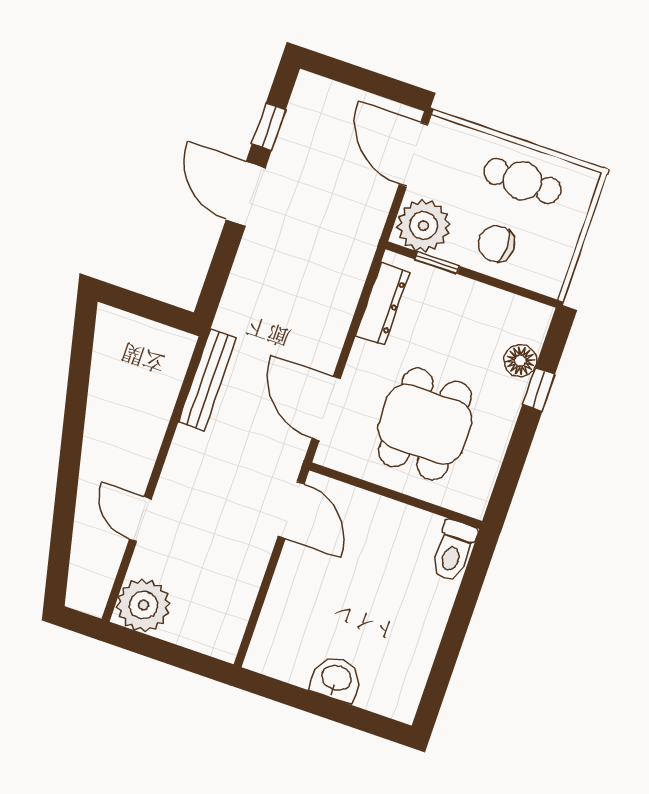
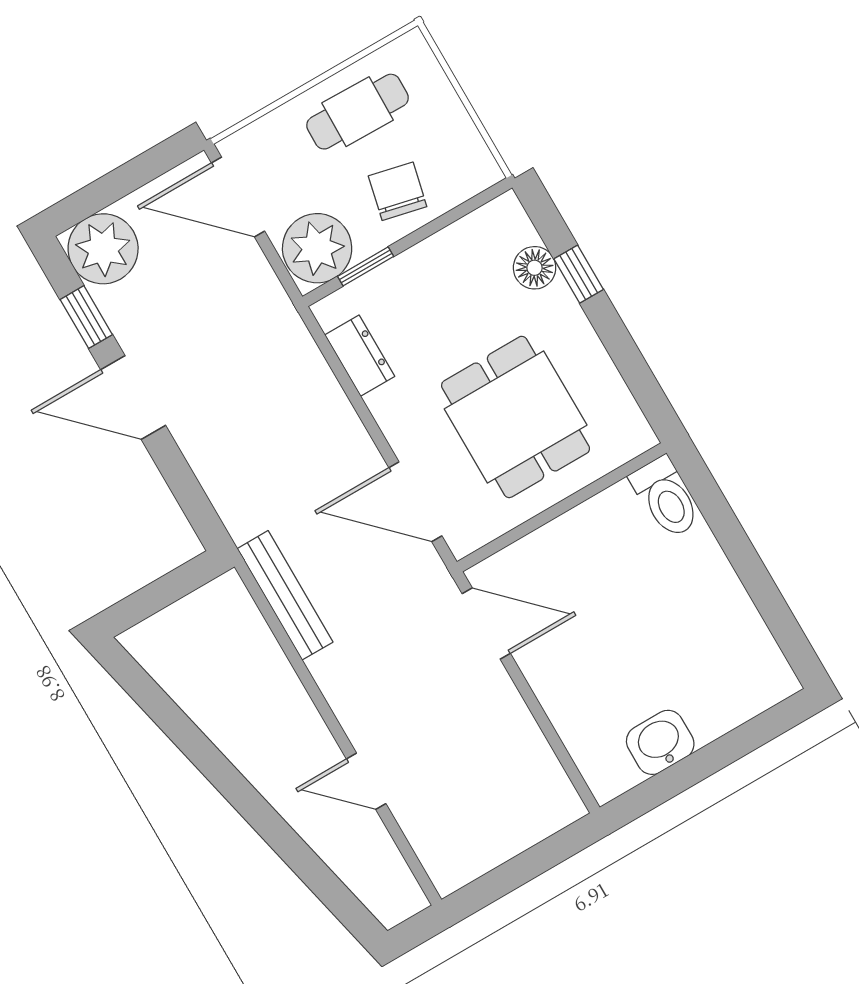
chair: (496, 244) -> (398, 191), turned 103
dresser: (383, 304) -> (360, 356), width x0.70
plant: (143, 605) -> (103, 249), moved
washbasin: (336, 679) -> (660, 742), moved

